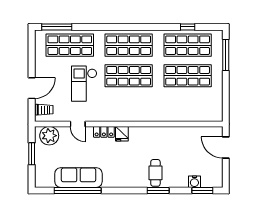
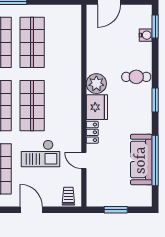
door: (32, 88) -> (31, 210), moved
door: (78, 124) -> (84, 160), swing flipped
fridge: (122, 134) -> (97, 107), width x1.88, depth x1.34
plant: (49, 136) -> (96, 84), moved
window: (158, 190) -> (155, 100), moved

